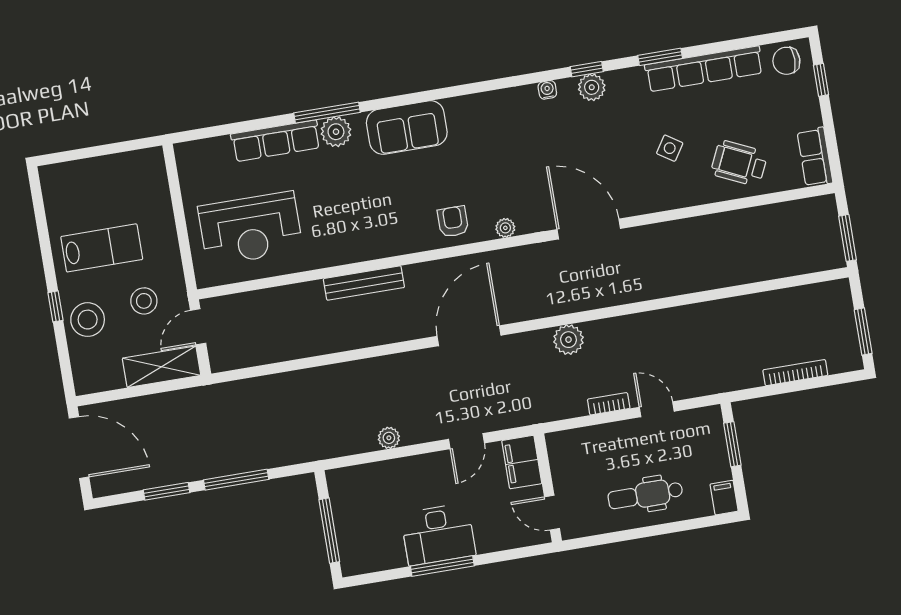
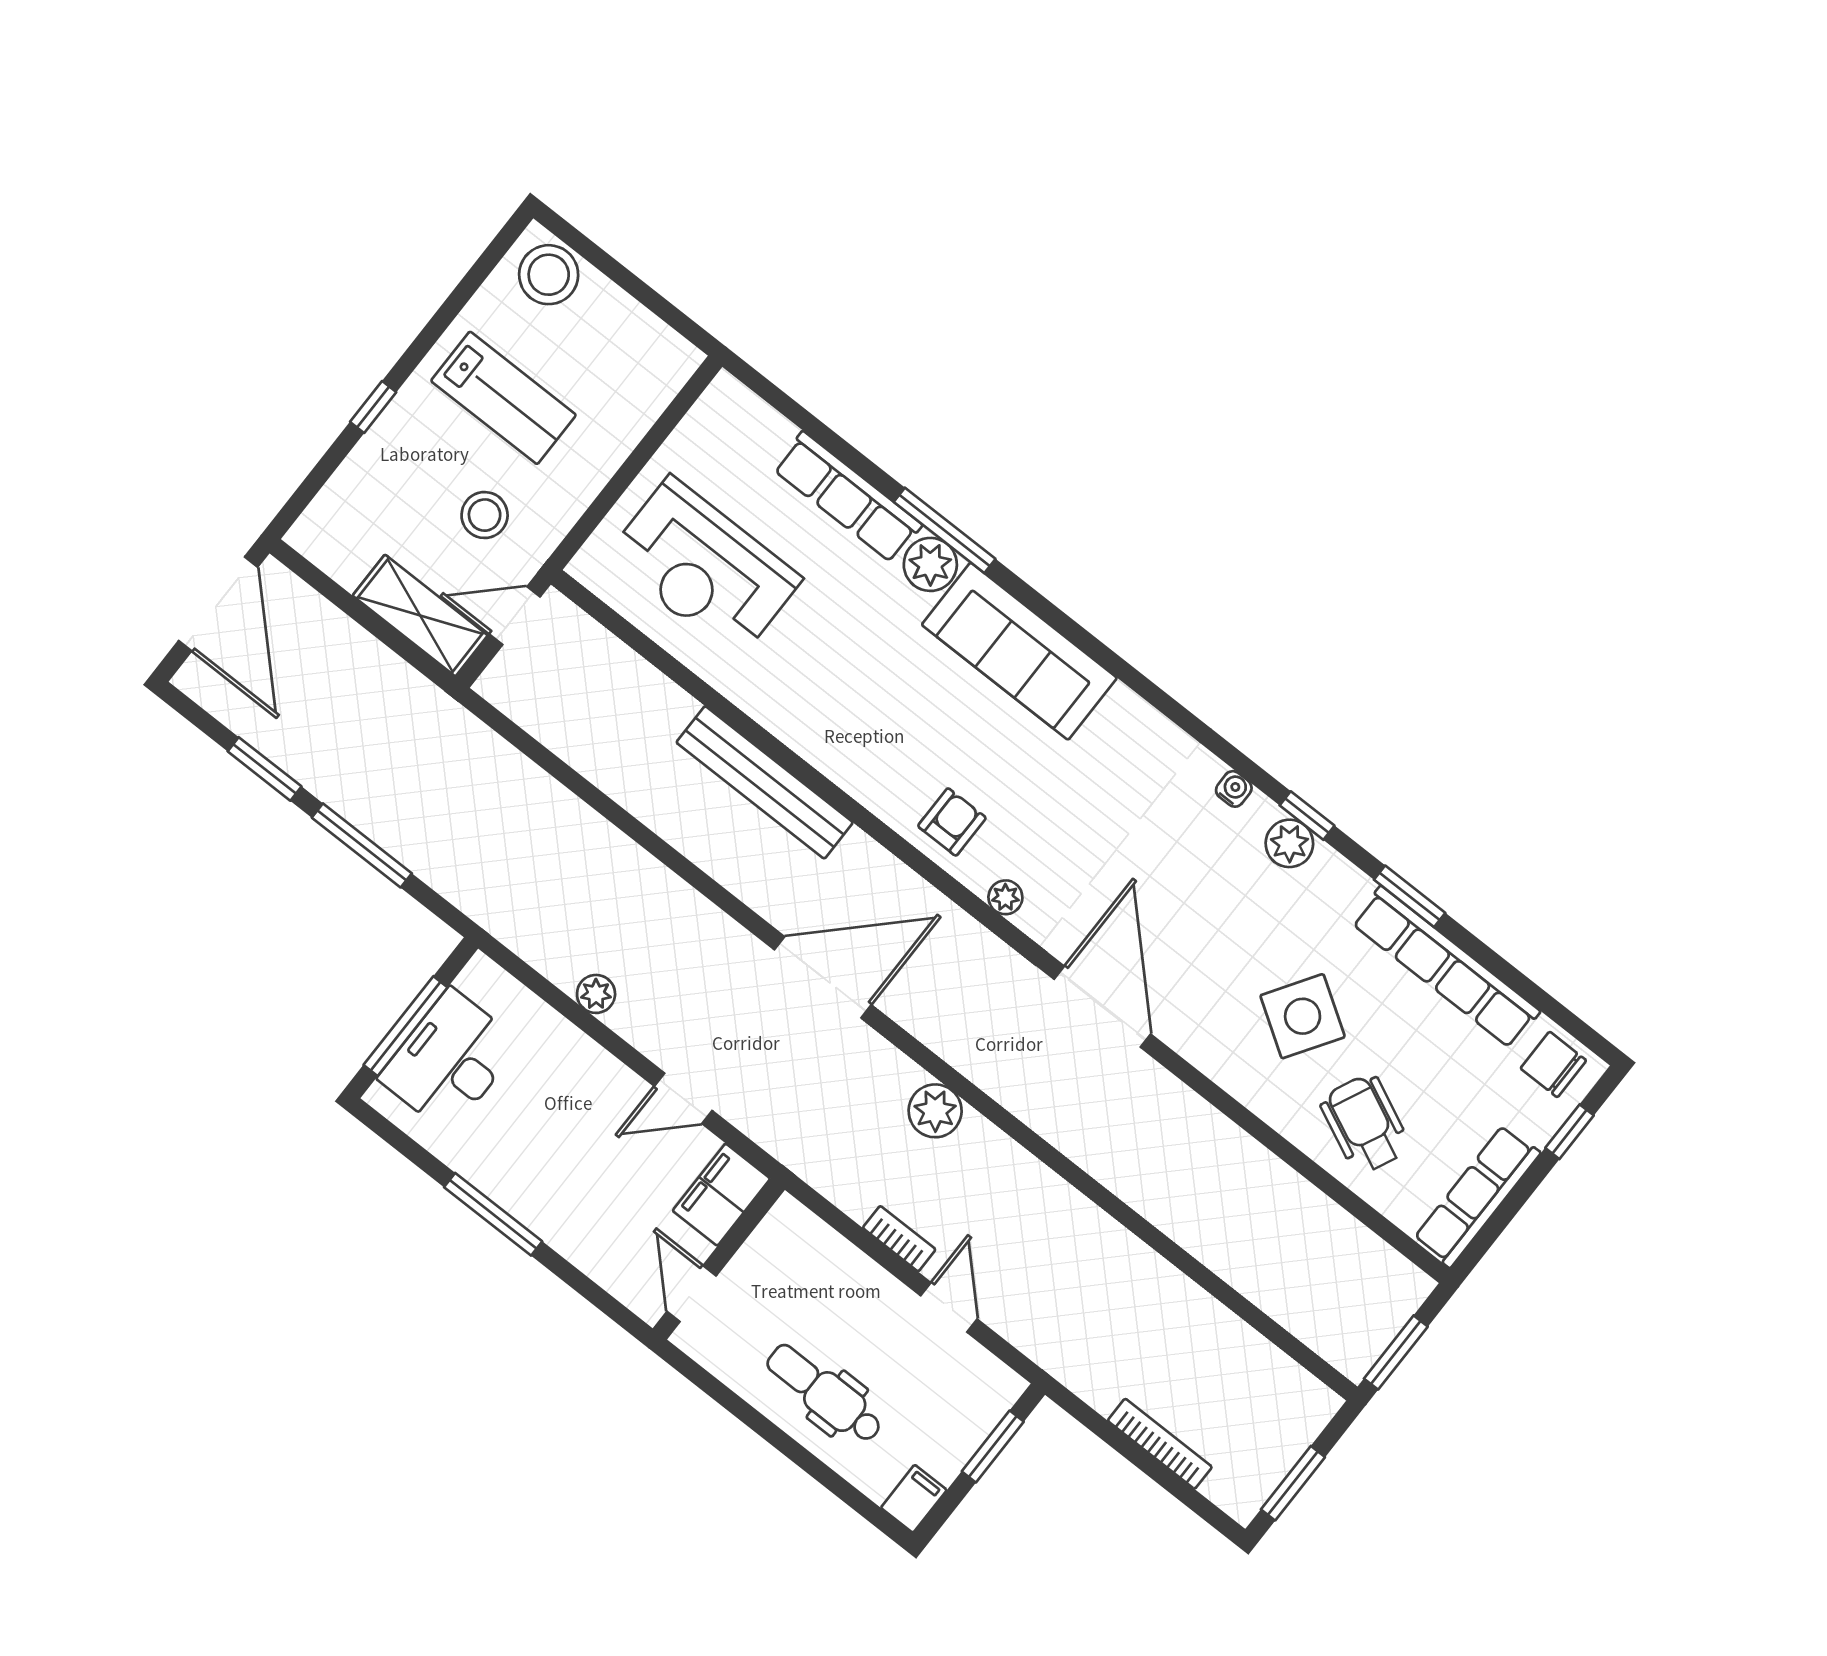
sofa: (407, 128) -> (1019, 651), width x1.36
side table: (670, 148) -> (1303, 1016), width x1.87, depth x1.87
row of seats: (815, 157) -> (1477, 1196), width x1.48
bench: (364, 283) -> (765, 782), width x1.37, depth x1.21
stool: (88, 320) -> (549, 275), moved
desk: (438, 534) -> (450, 1061), moved, turned 90

